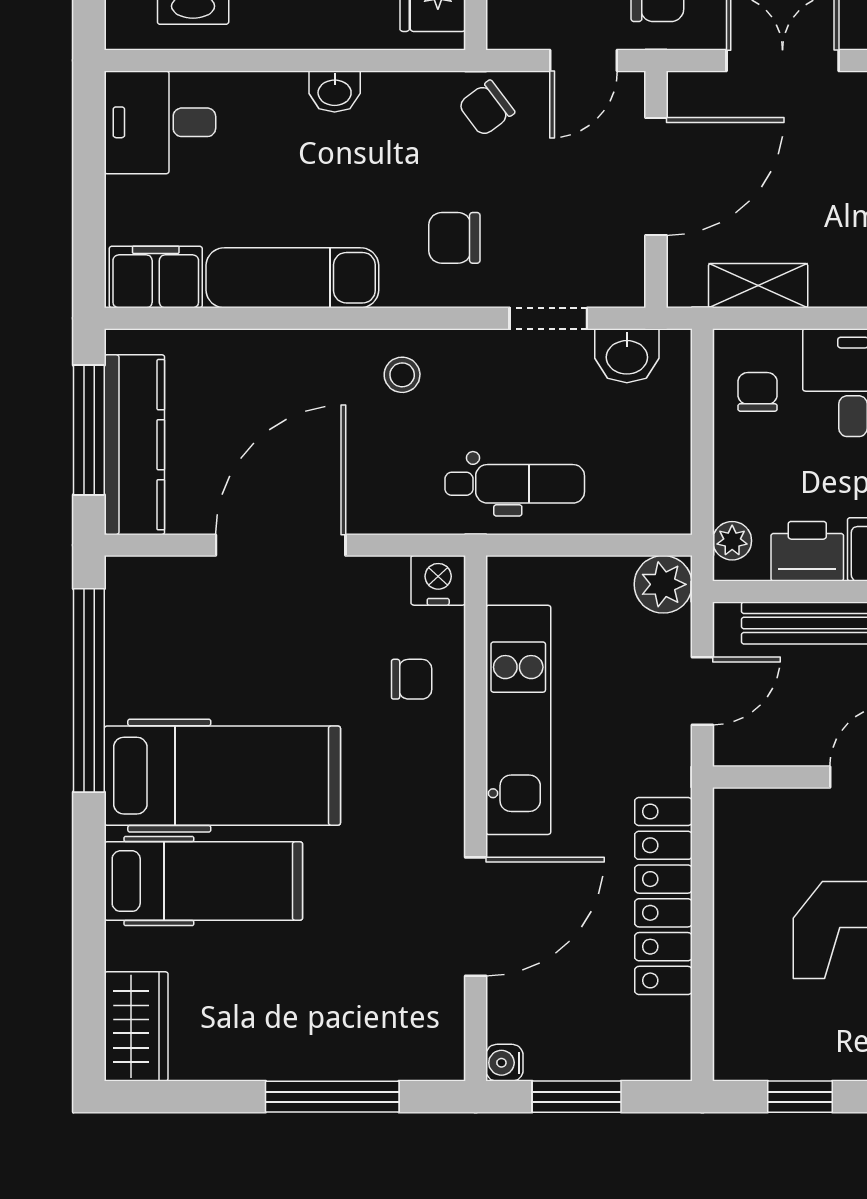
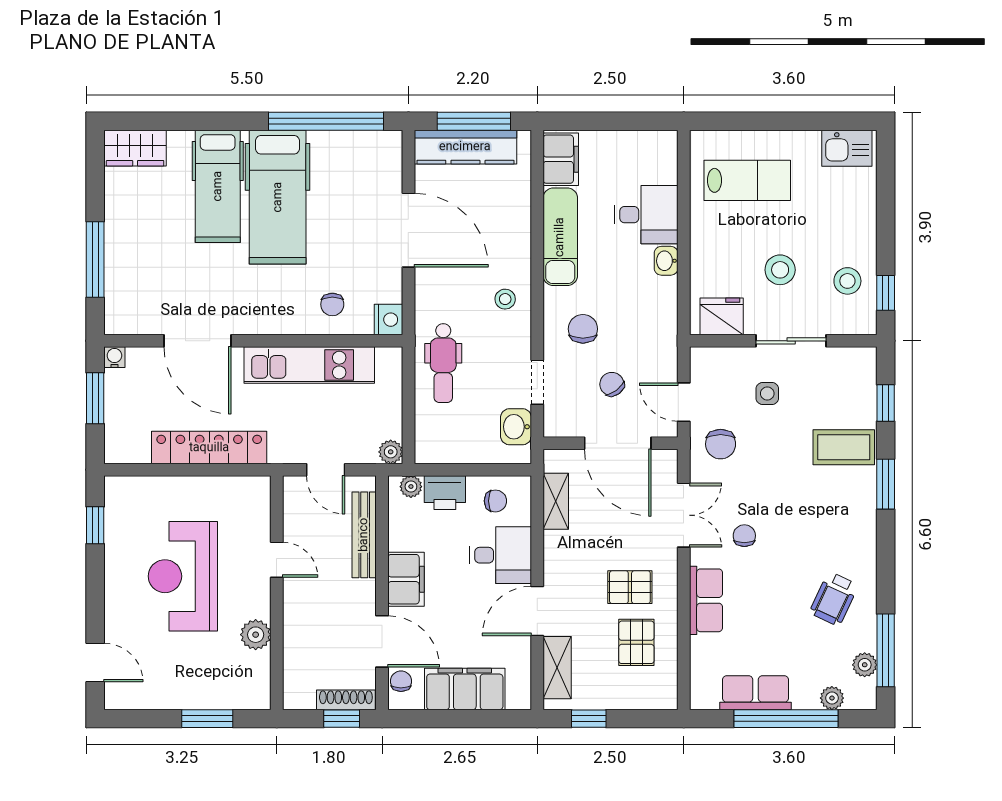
chair: (486, 108) -> (612, 384), moved
desk: (160, 122) -> (646, 215), moved, turned 90
printer: (807, 551) -> (445, 493), moved, turned 90
plant: (663, 584) -> (391, 452), width x0.73, depth x0.73

